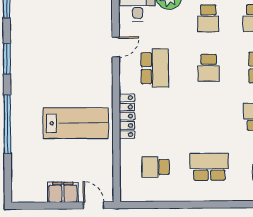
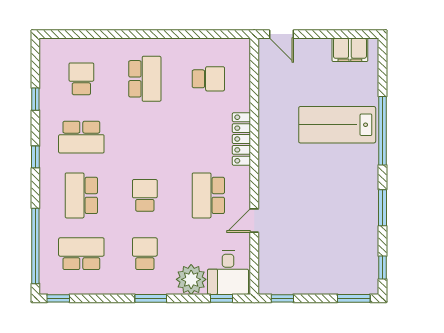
lab bench: (76, 123) -> (337, 125), moved
school desk: (209, 167) -> (145, 79), turned -90
filing cabinet: (63, 192) -> (350, 50), moved

